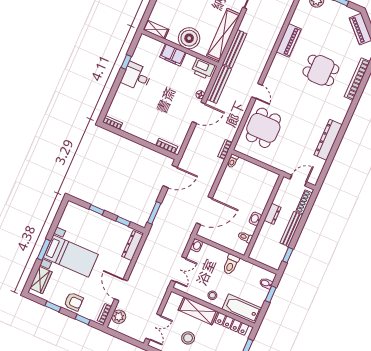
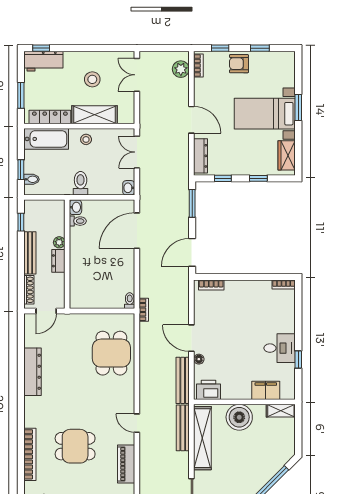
filing cabinet: (173, 55) -> (266, 390), moved
door: (257, 91) -> (137, 423), moved
door: (199, 113) -> (191, 338), hinge flipped
washbasin: (255, 219) -> (75, 207), moved
plant: (266, 227) -> (59, 242), added
wardrobe: (41, 280) -> (287, 155), moved
door: (121, 290) -> (191, 120), moved

